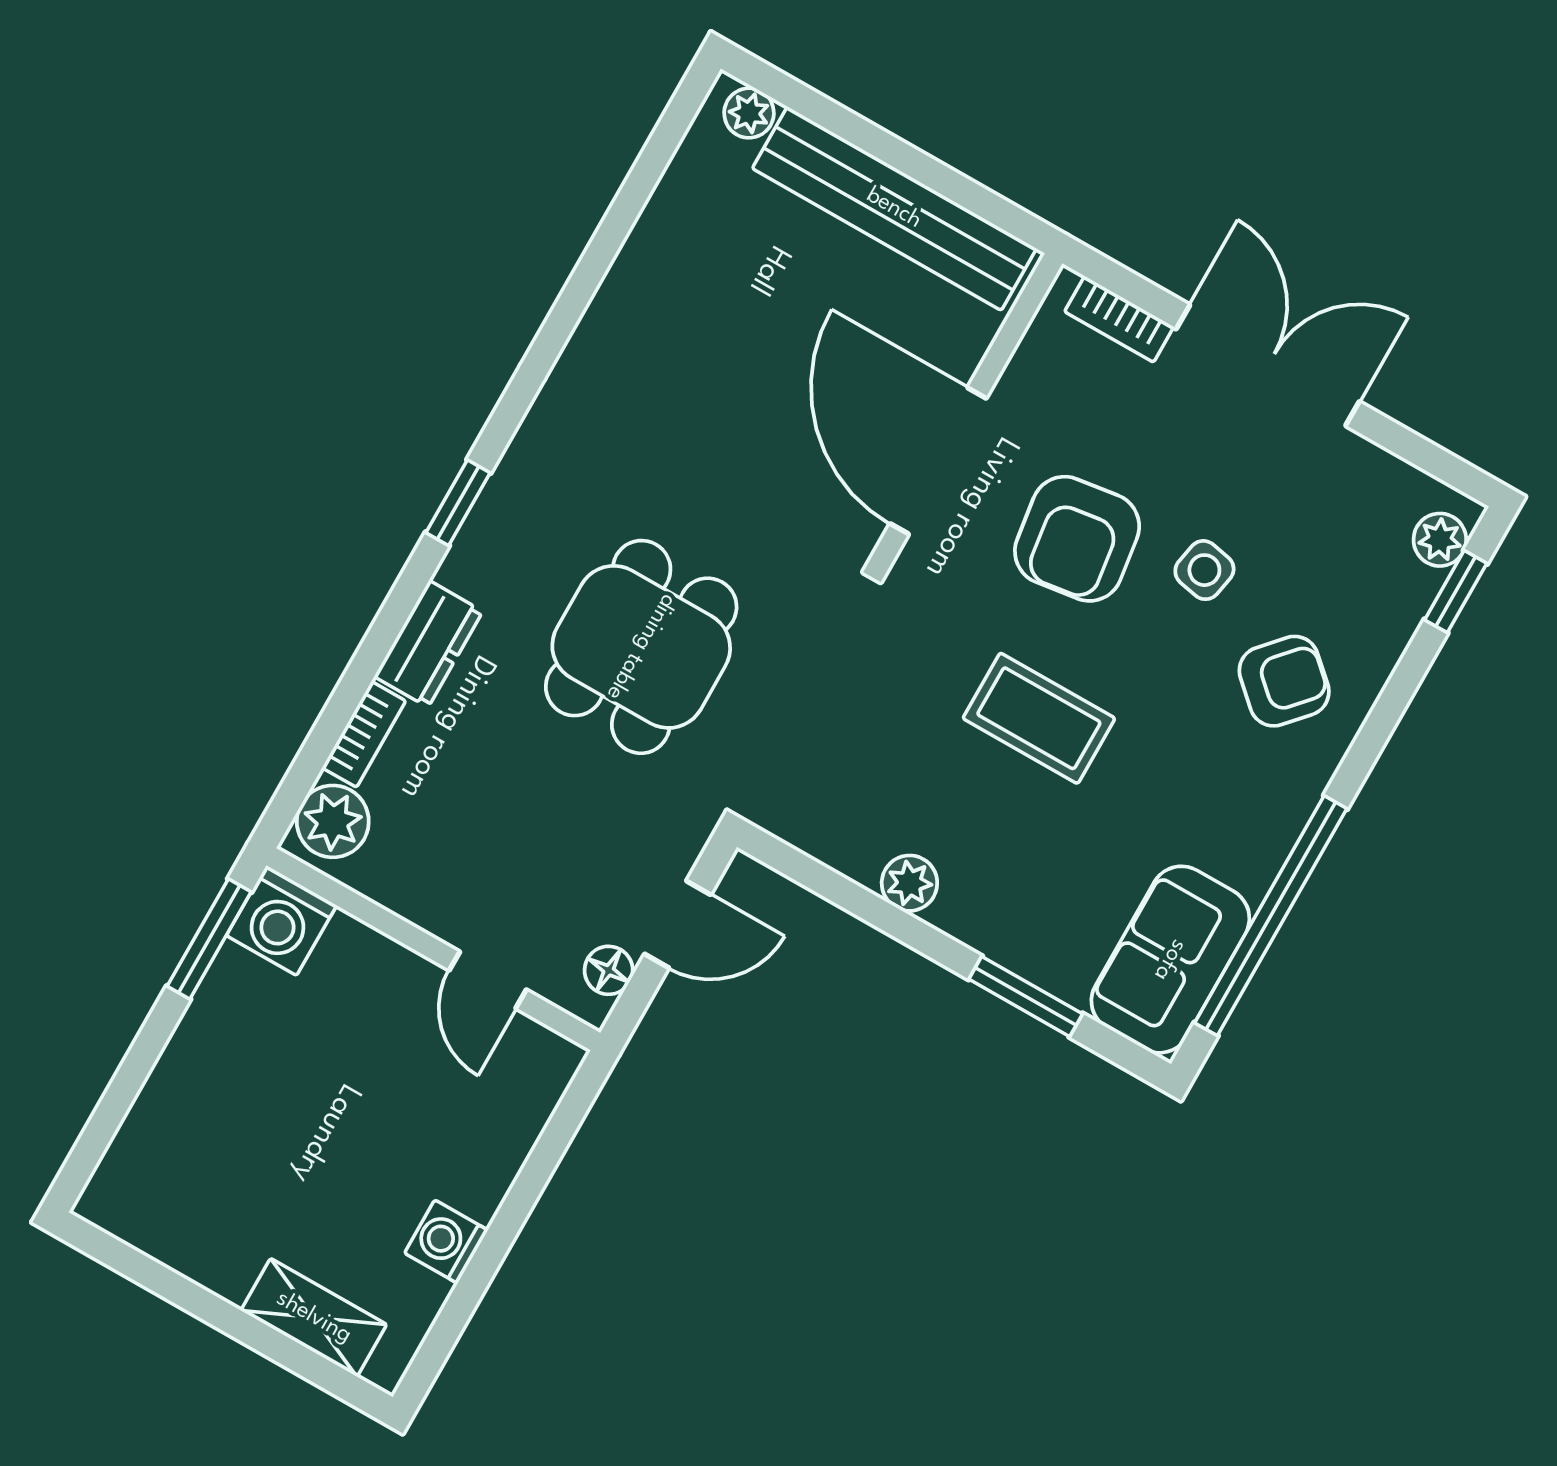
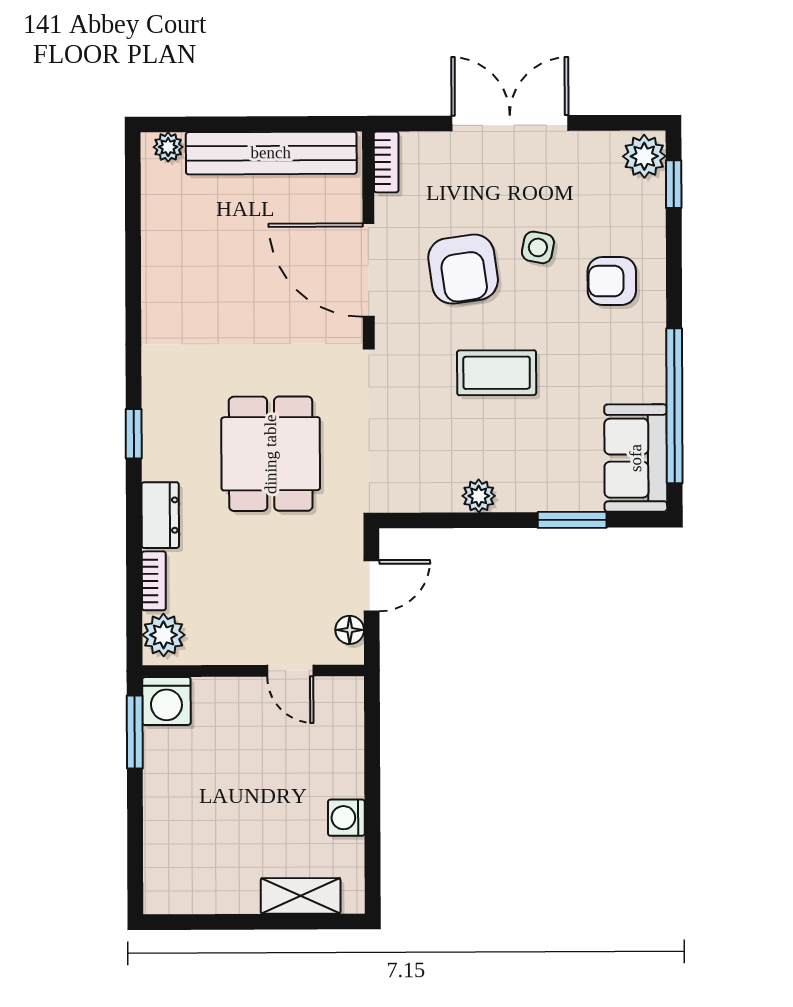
bookcase: (1119, 319) -> (386, 162), moved, turned -90
plant: (1440, 540) -> (644, 156), width x1.38, depth x1.38
armchair: (1284, 681) -> (612, 281), turned -132

